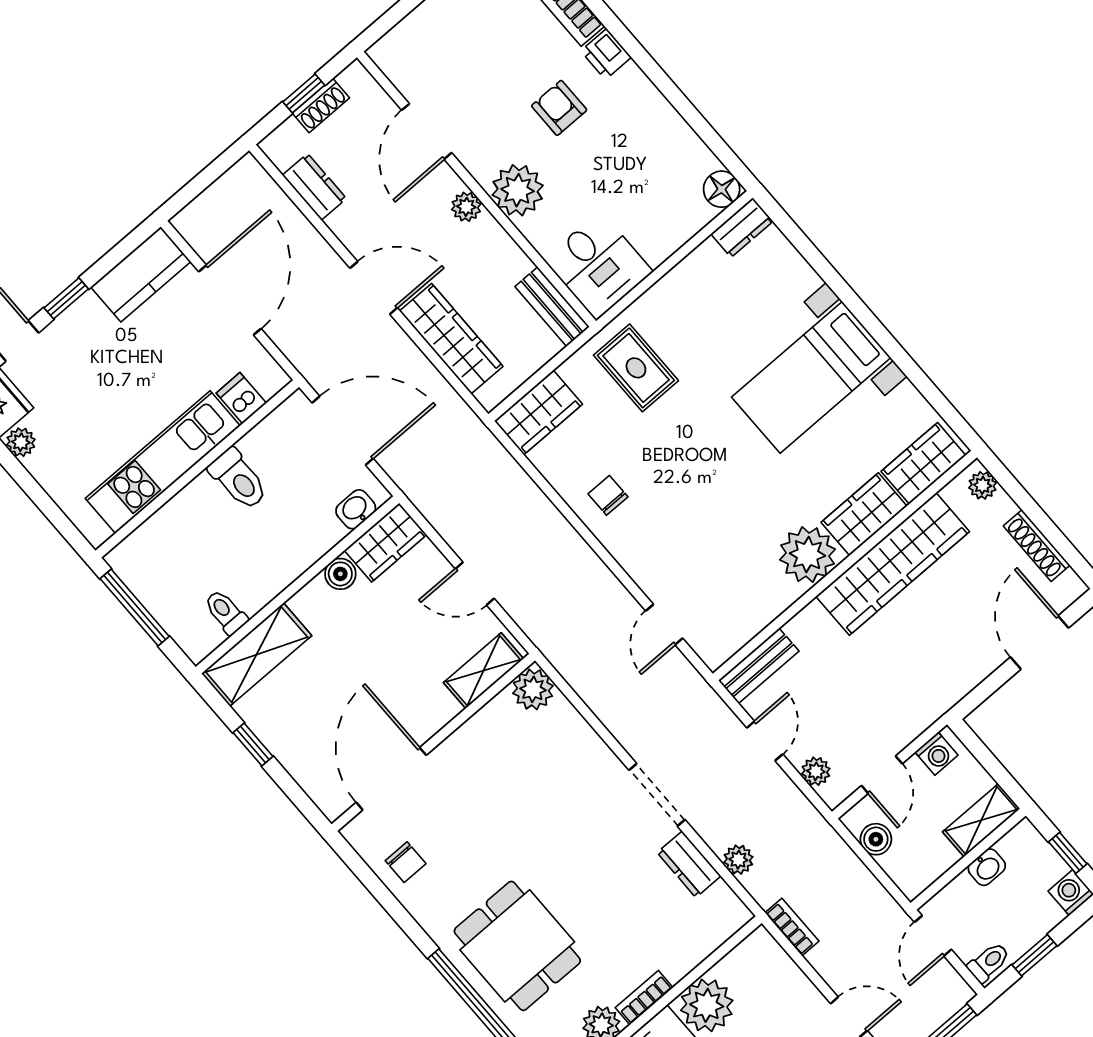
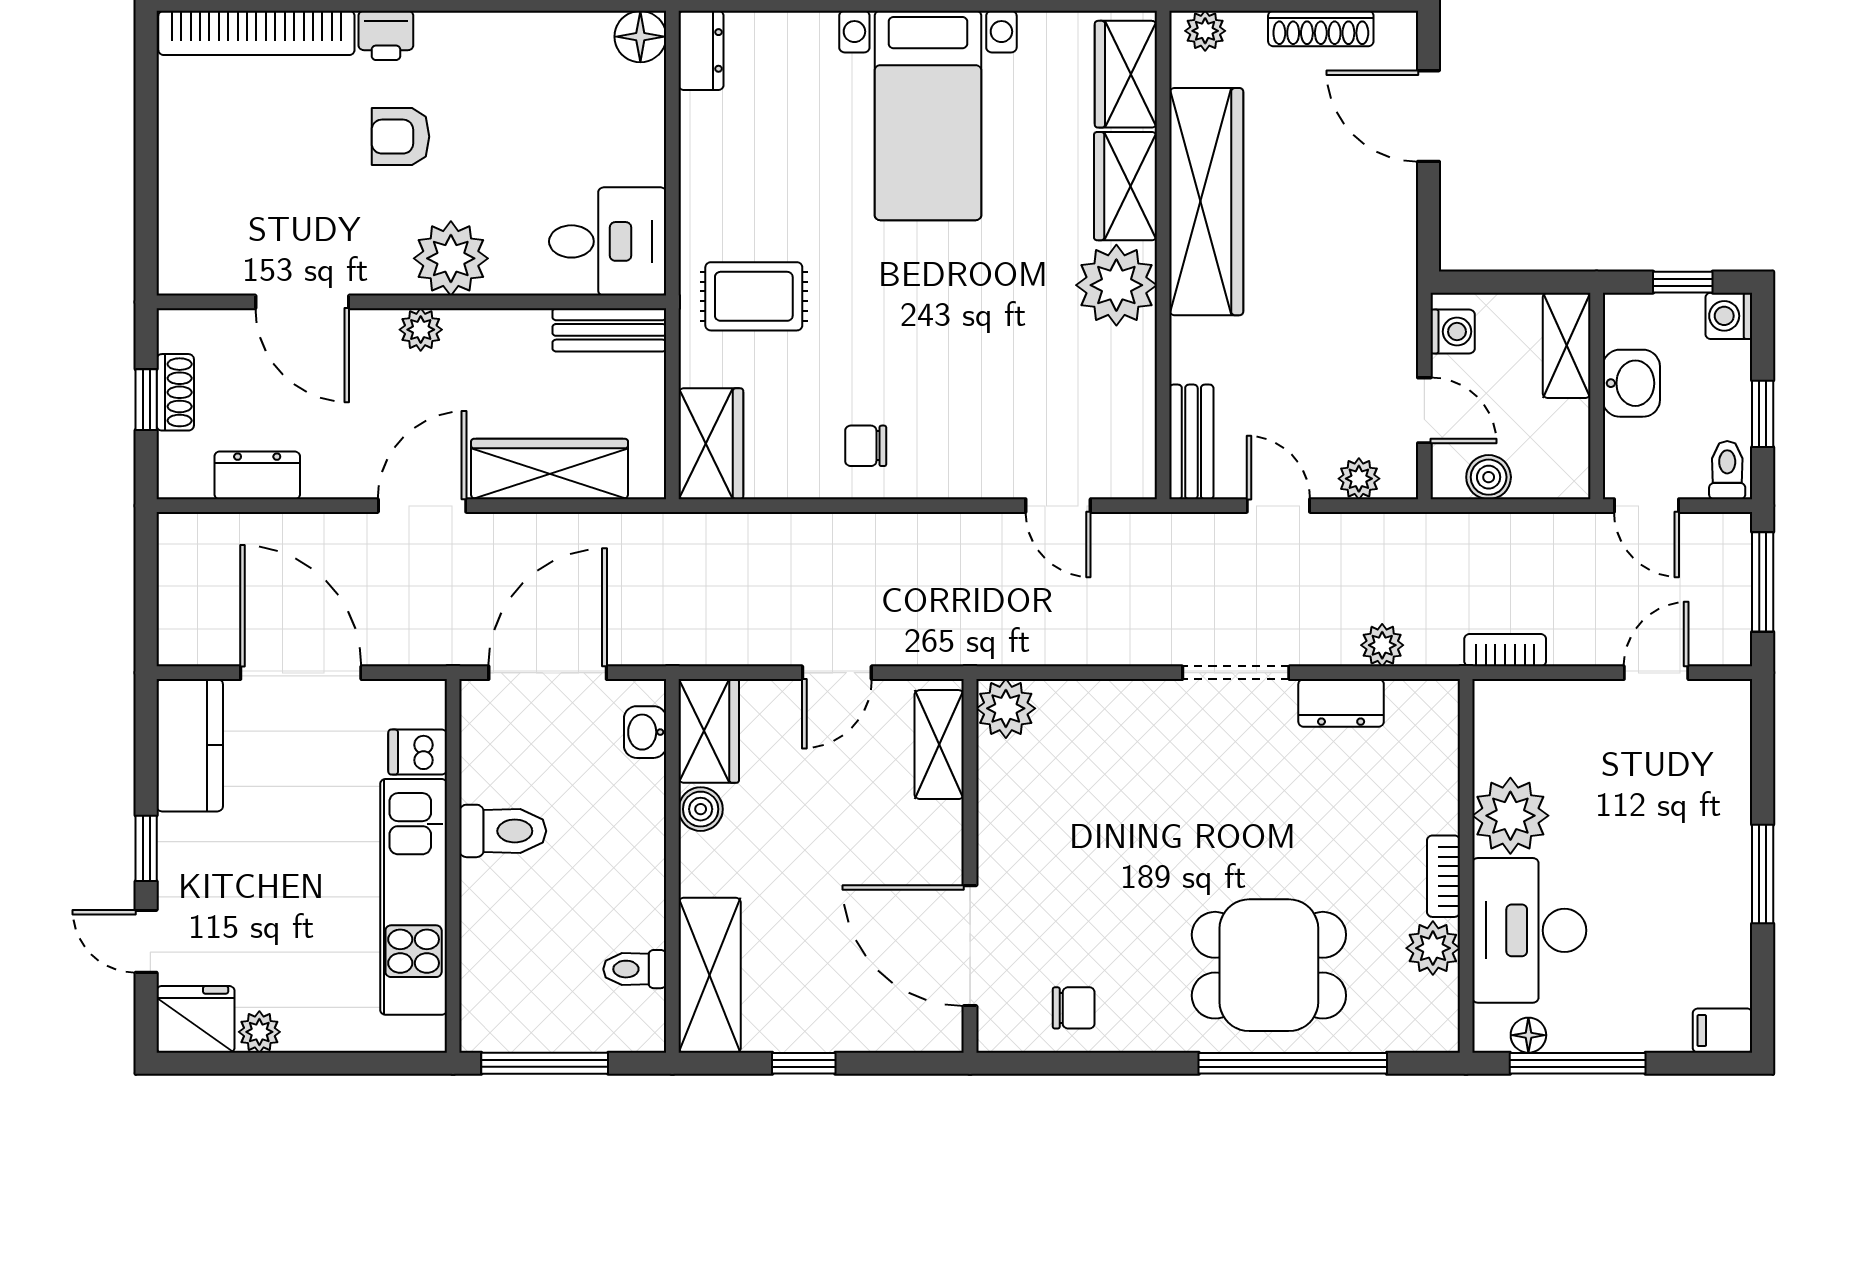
washbasin: (987, 867) -> (1631, 383), width x1.38, depth x1.45

